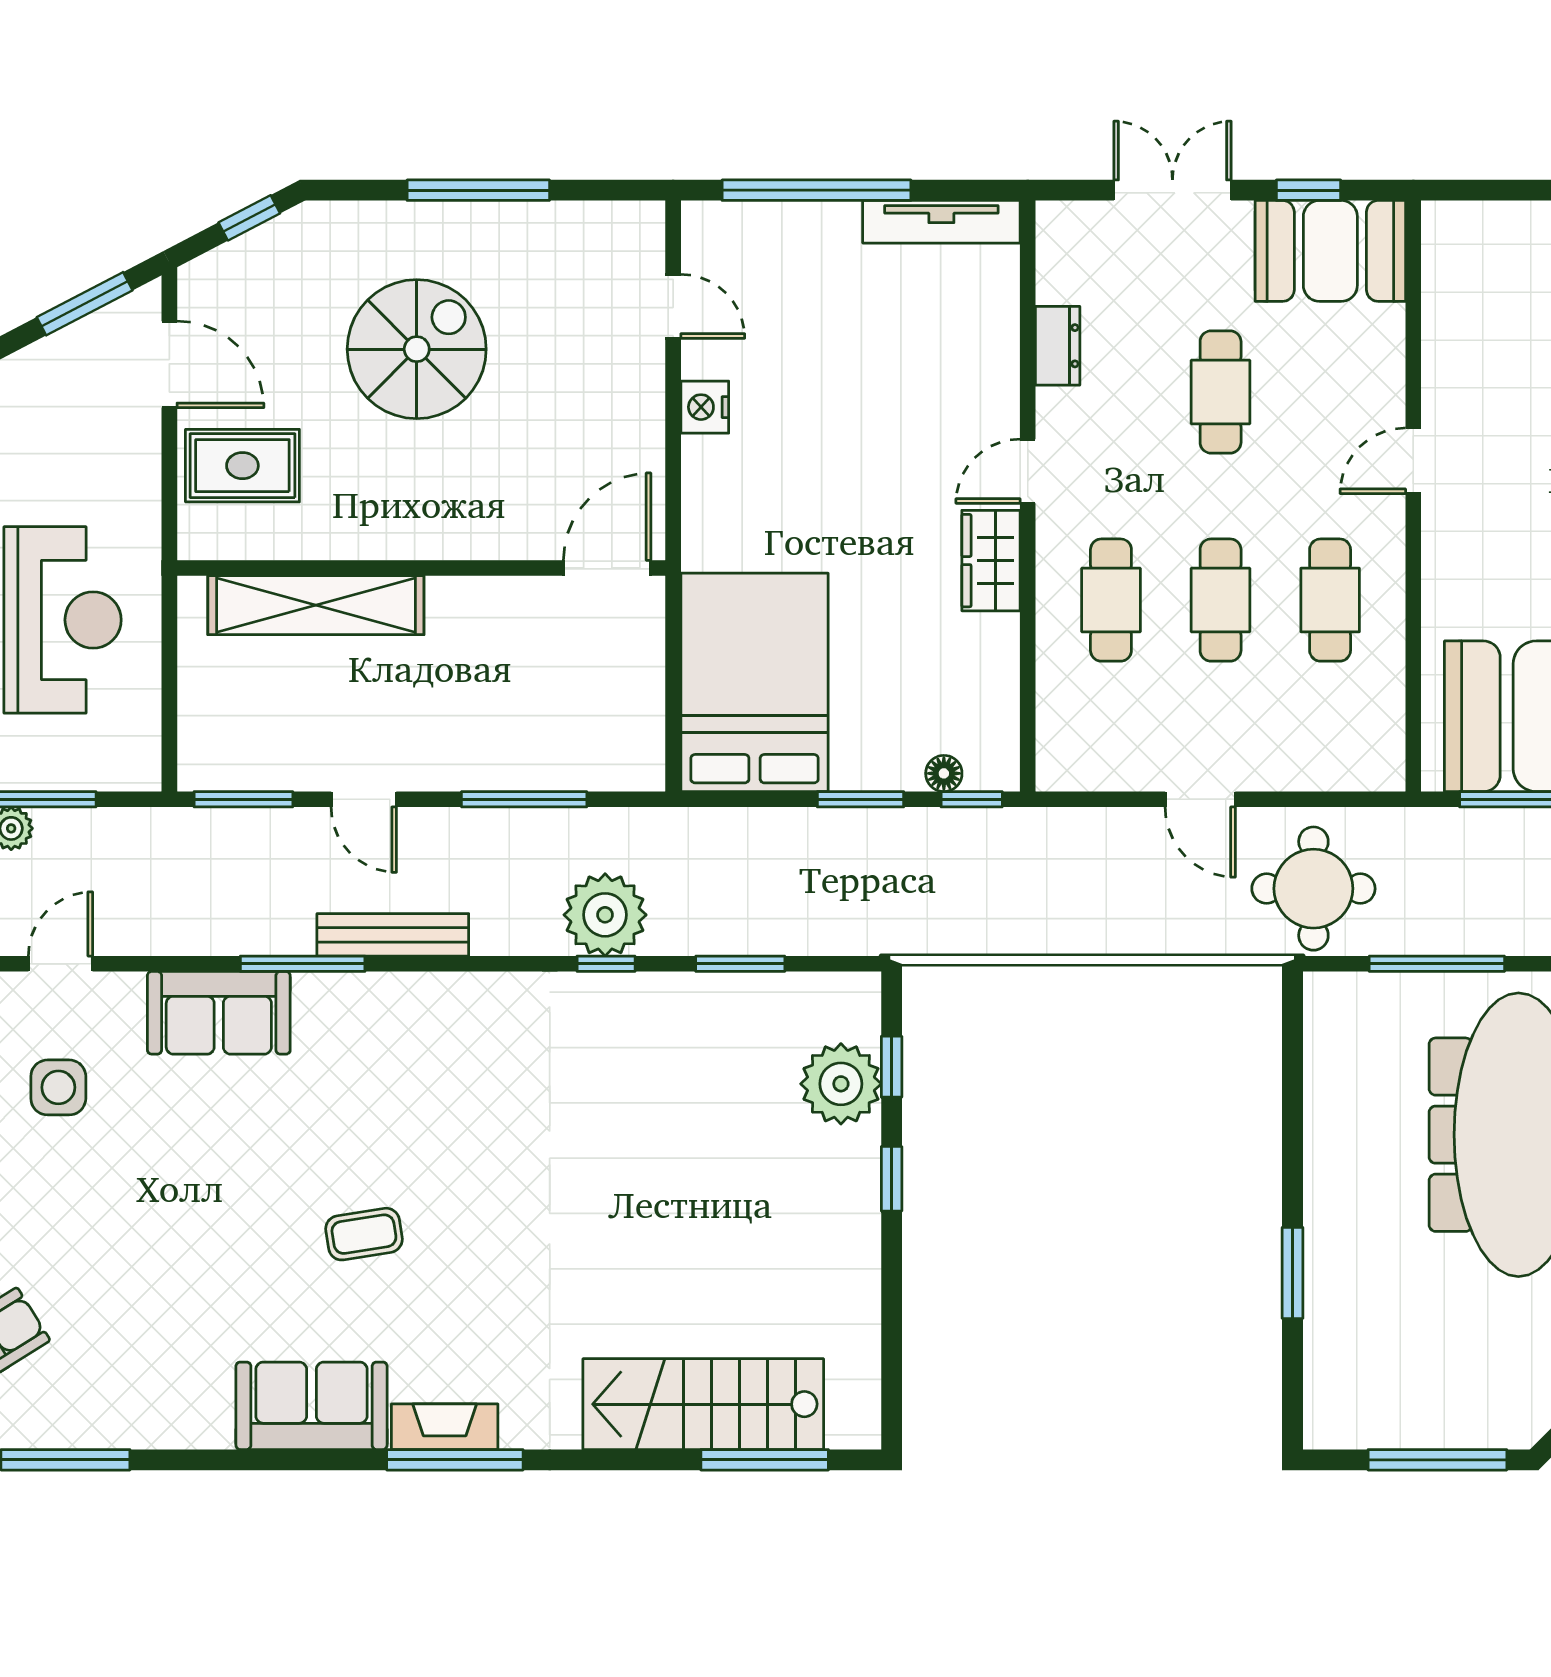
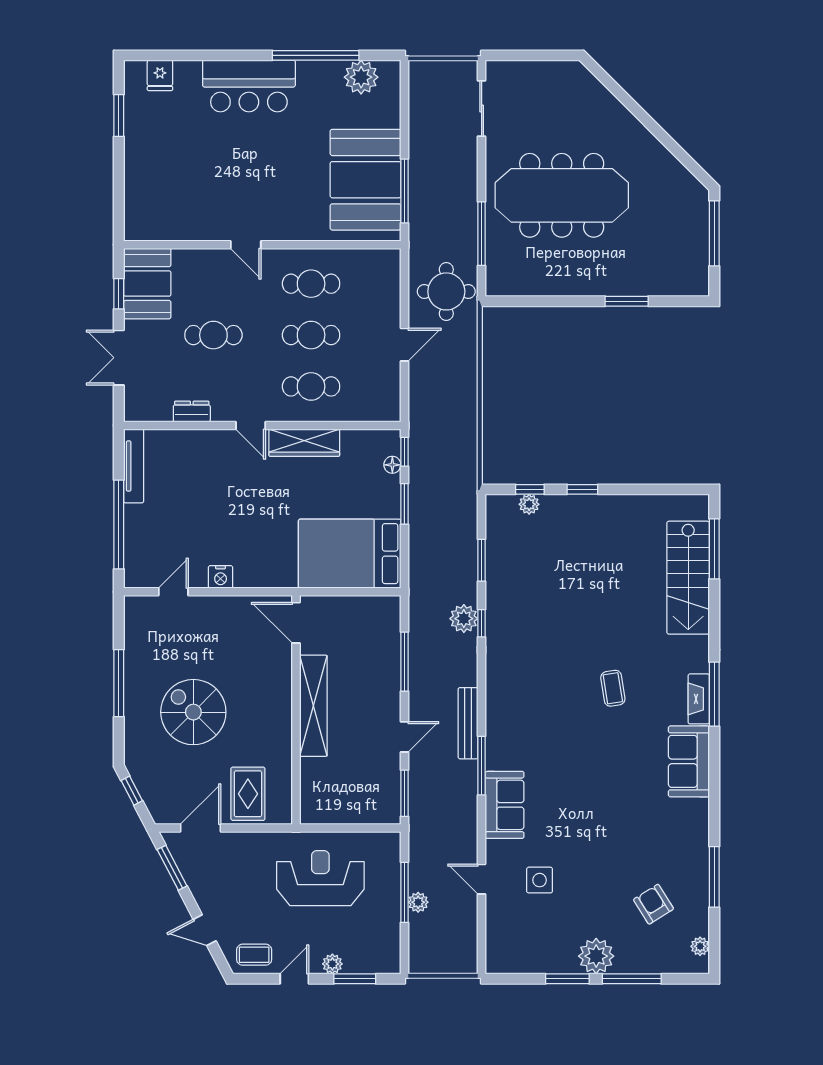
wardrobe: (991, 561) -> (304, 443), width x1.50
shelving: (316, 605) -> (313, 706), moved
plant: (605, 915) -> (464, 619), width x0.73, depth x0.73
plant: (841, 1084) -> (529, 504), width x0.53, depth x0.53
coffee table: (364, 1234) -> (613, 688), moved

